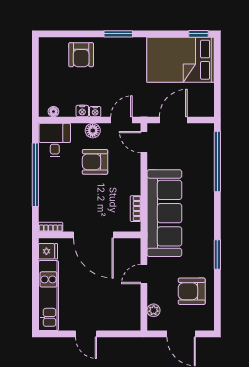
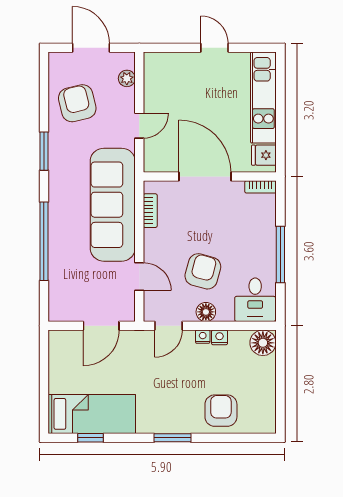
window: (199, 34) -> (90, 438), moved
bed: (181, 60) -> (92, 414), width x0.67
floor lamp: (53, 112) -> (263, 343), width x1.89, depth x1.89
door: (144, 142) -> (139, 277), moved
armchair: (95, 162) -> (203, 271), turned -75
window: (217, 162) -> (44, 241), moved
window: (35, 175) -> (280, 255), width x0.68
armchair: (192, 291) -> (77, 103), turned -104

